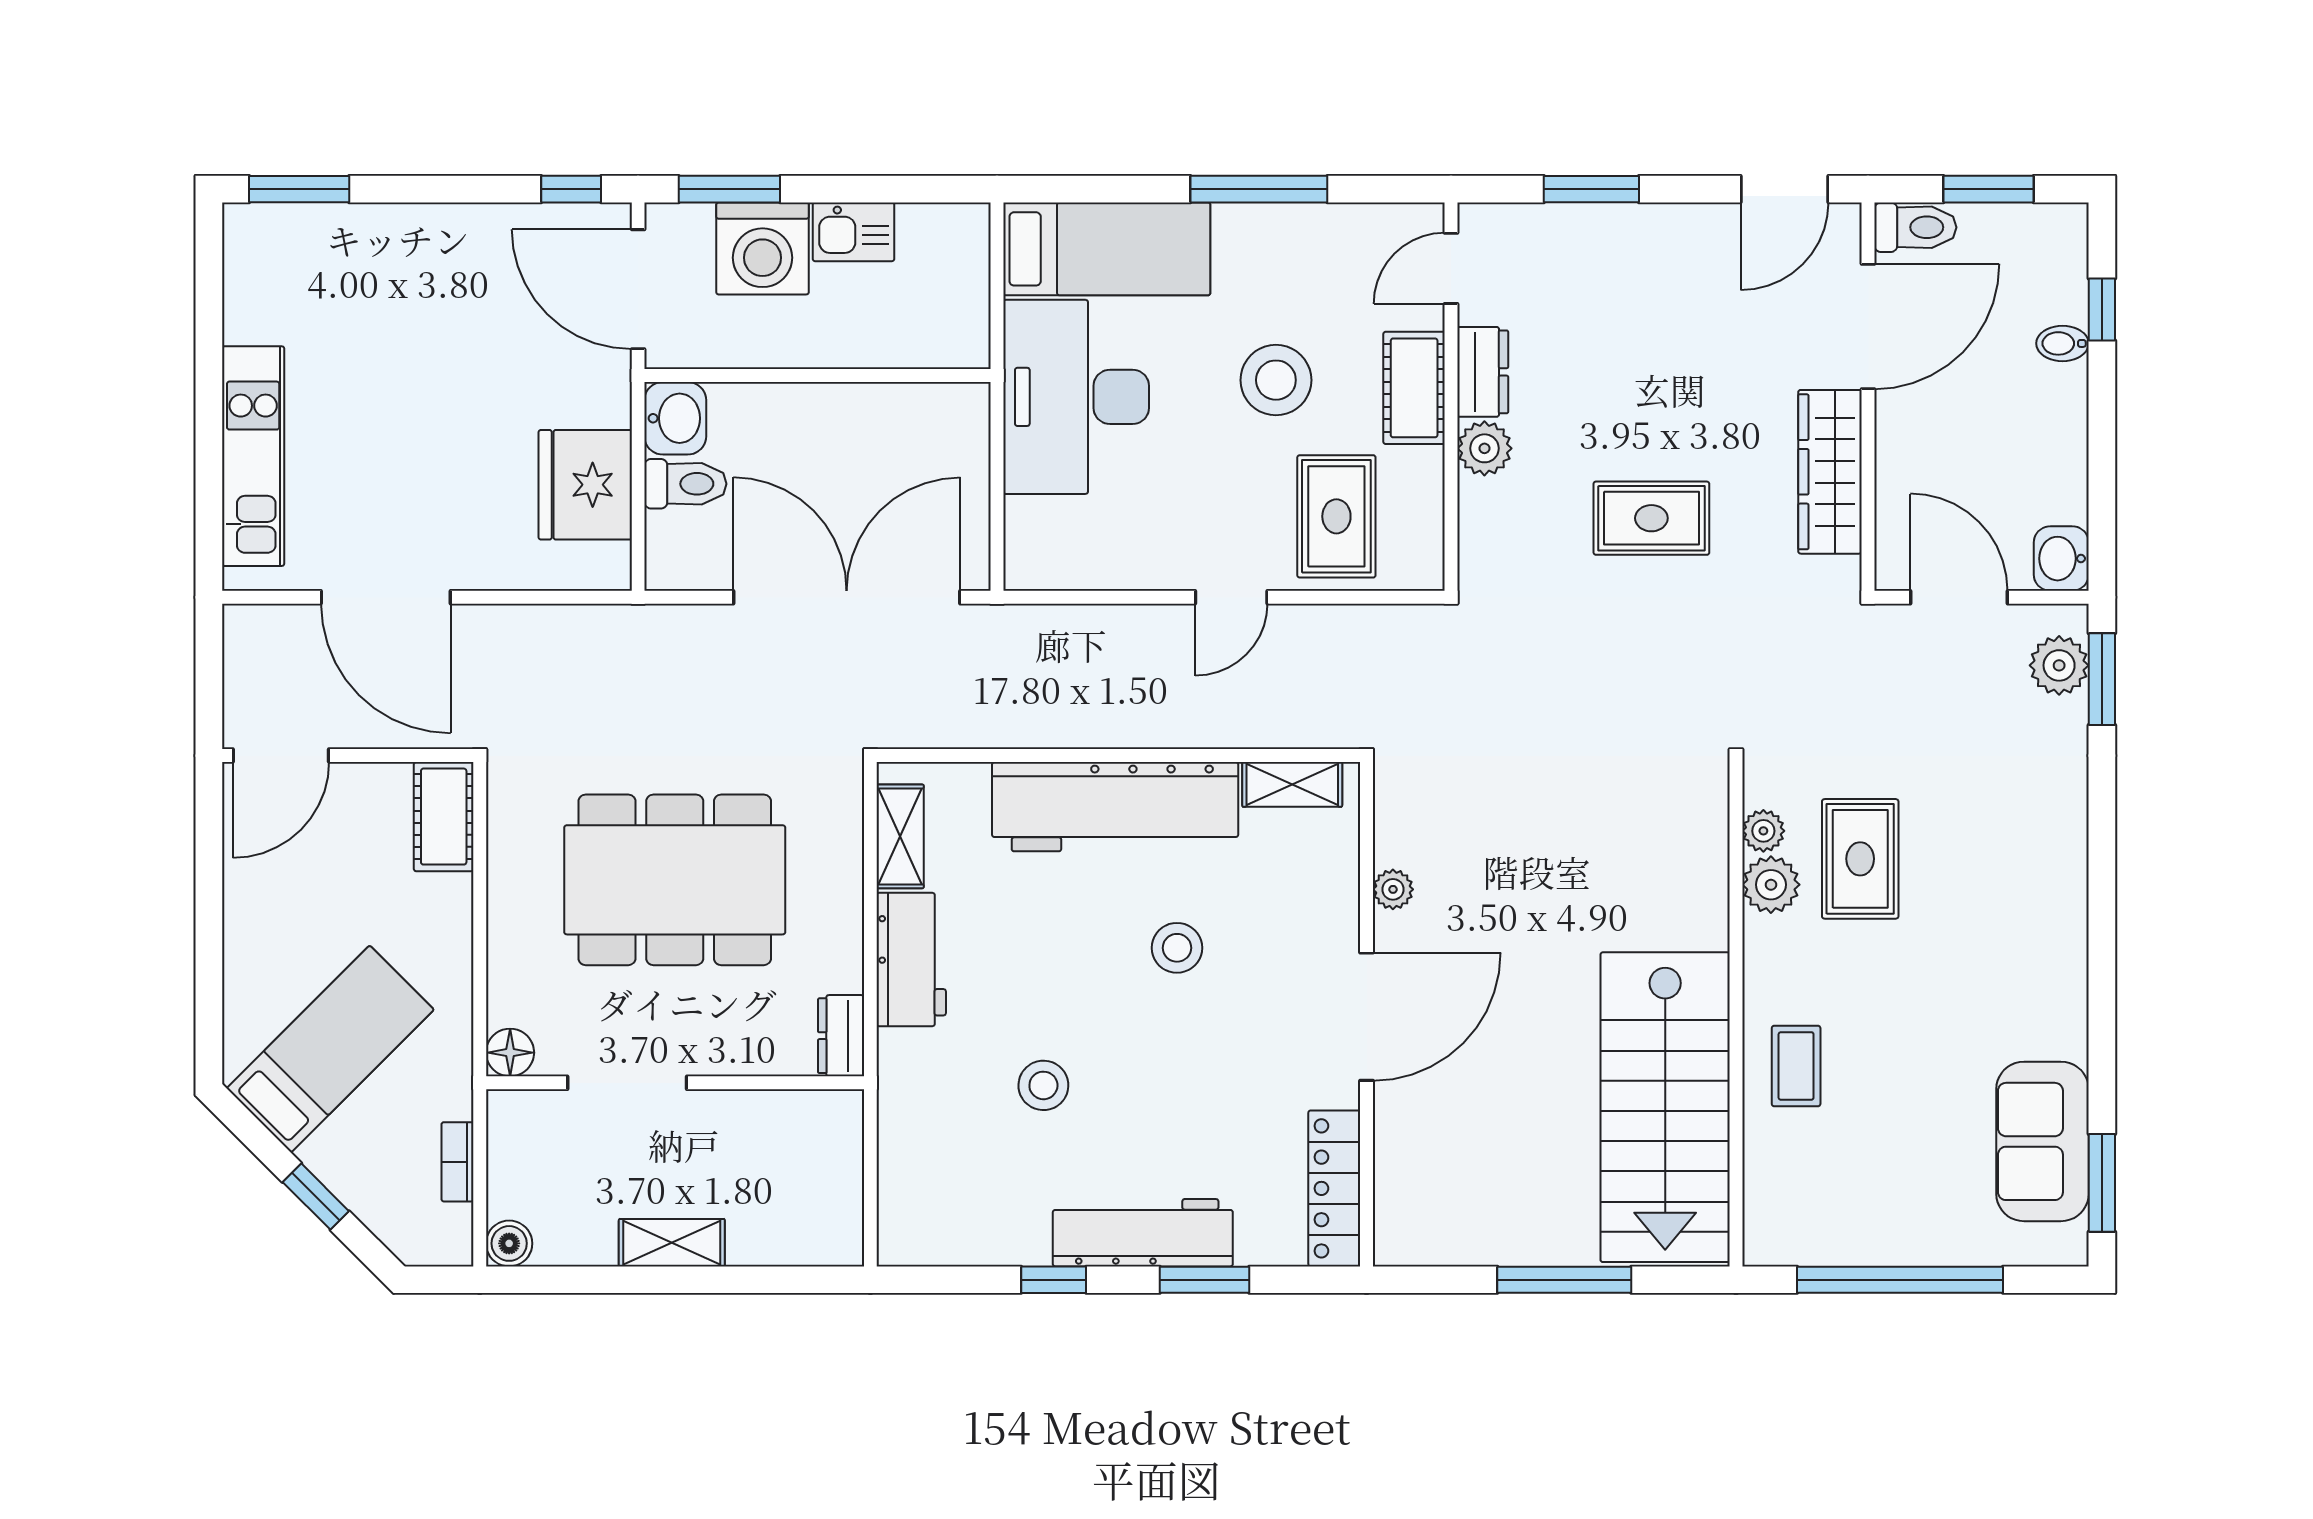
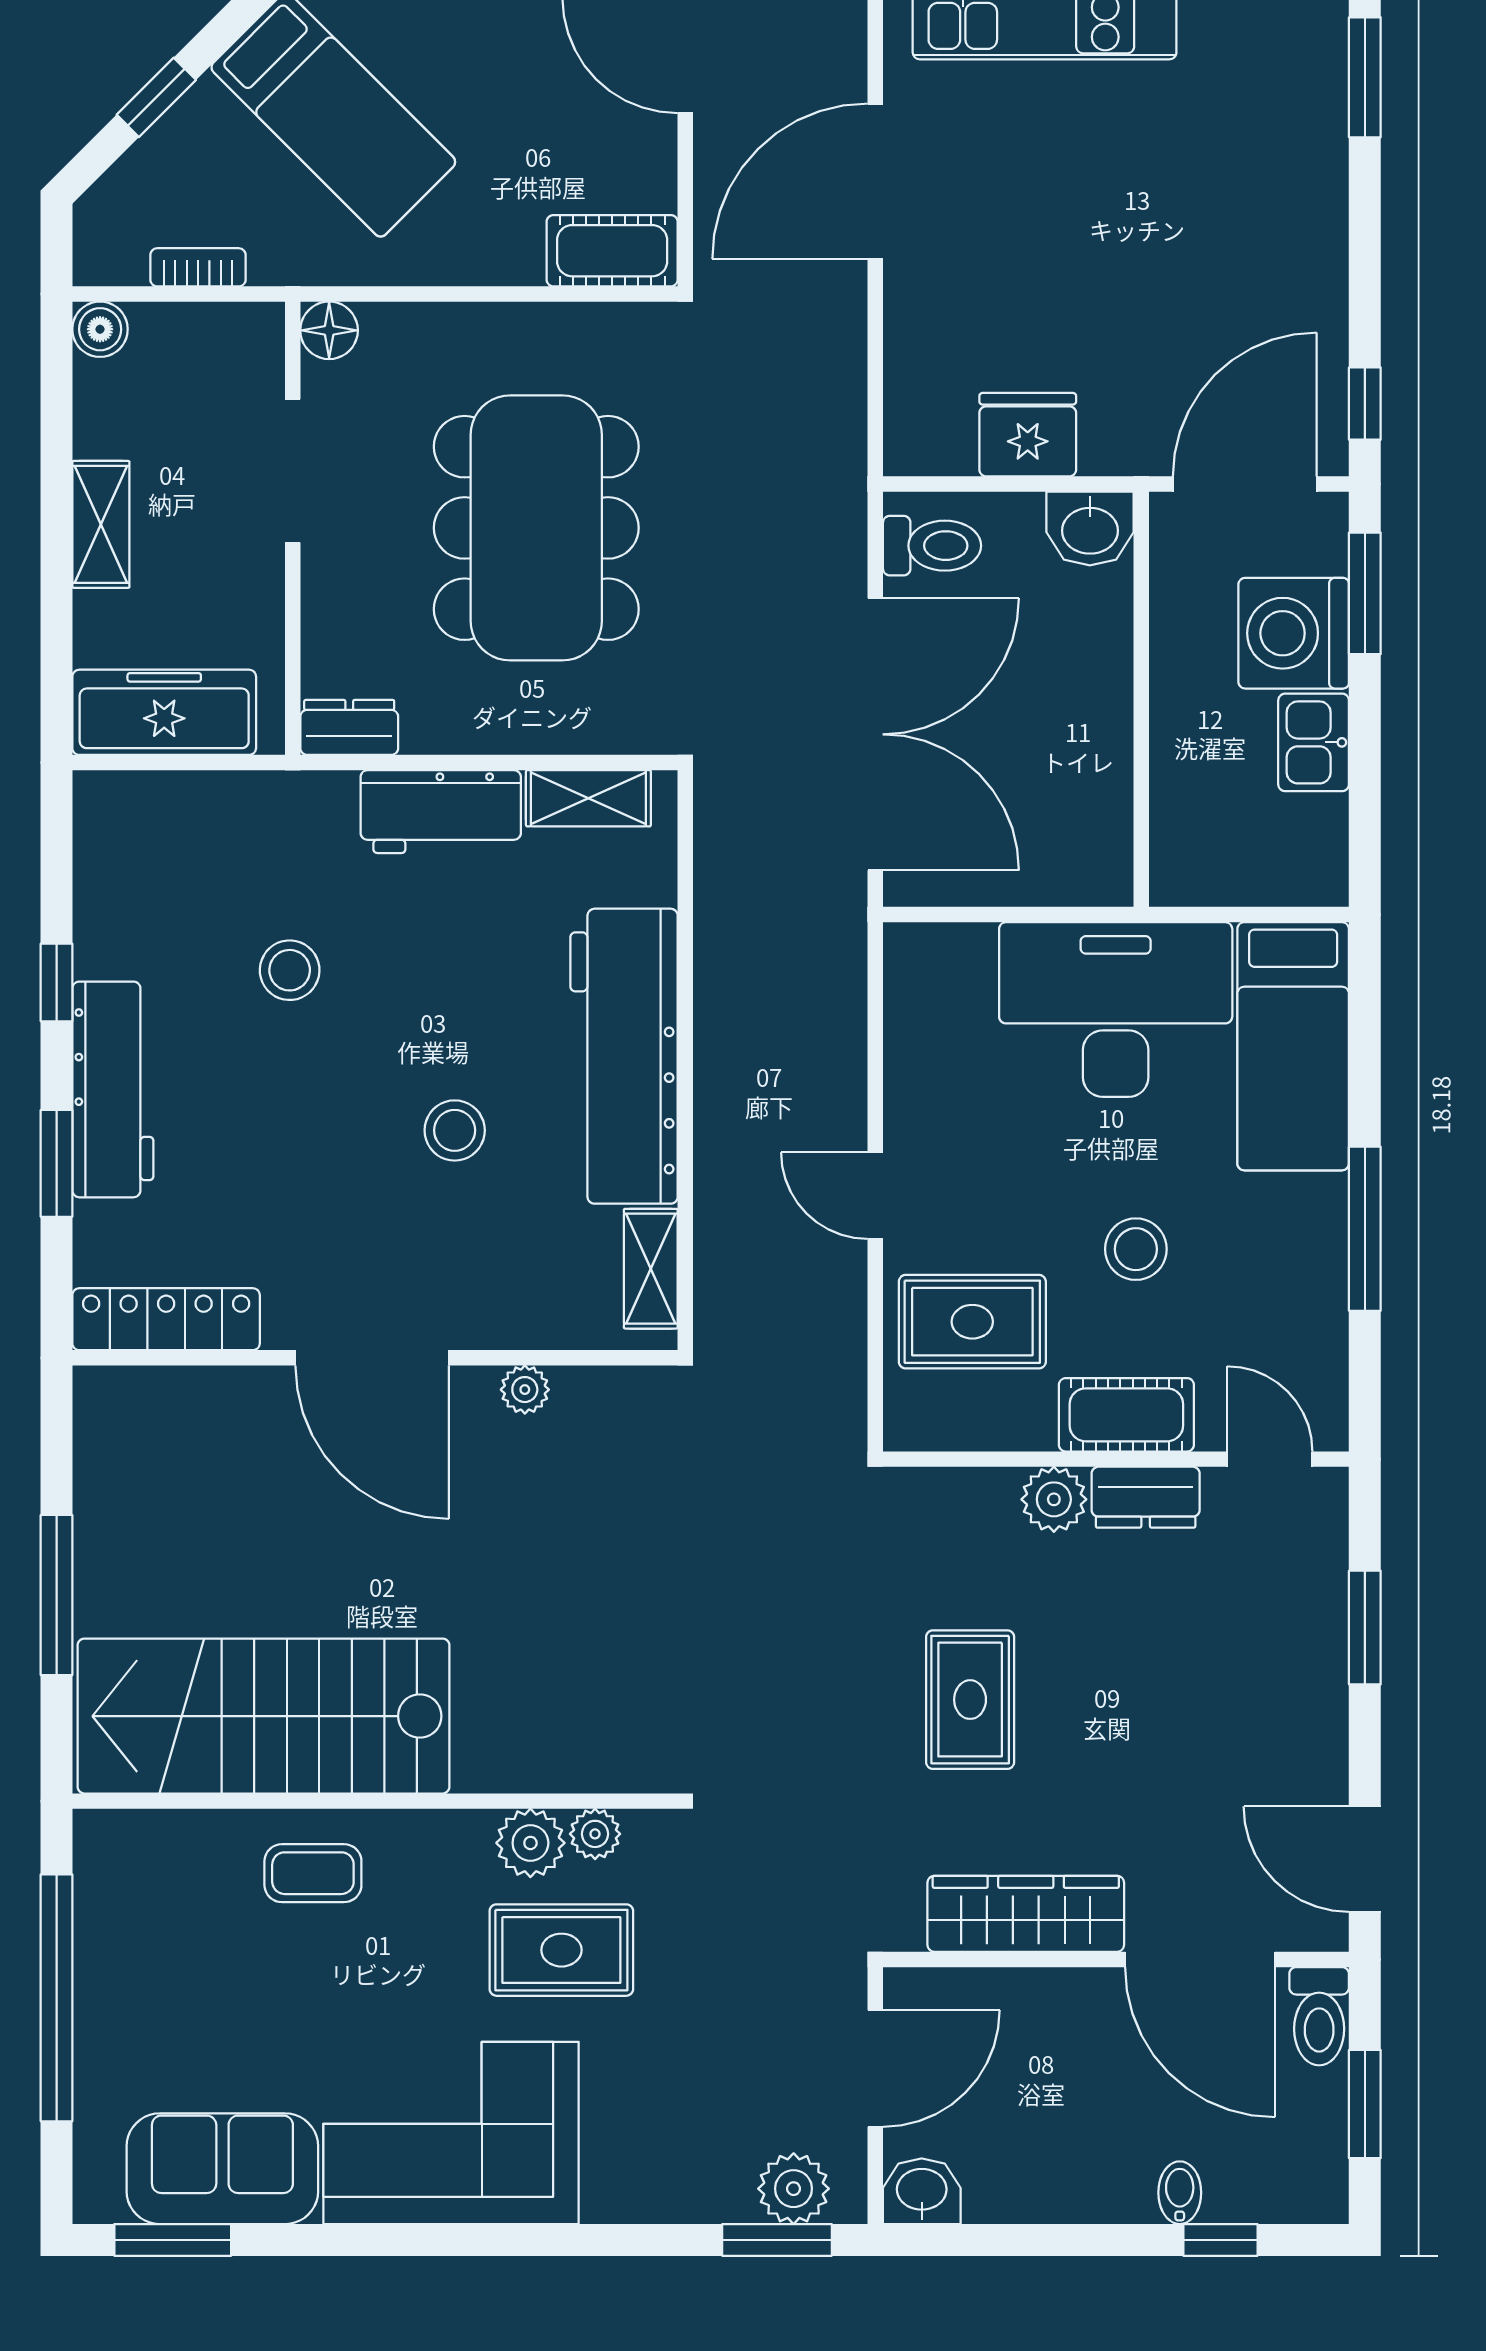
stool: (1276, 380) -> (1136, 1249), width x0.73, depth x0.73
toilet: (685, 484) -> (932, 546), moved, turned -90
fridge: (585, 485) -> (1028, 435), width x0.73, depth x0.75
corner sofa: (2013, 951) -> (451, 2133), added
freezer: (828, 1190) -> (164, 712), added

